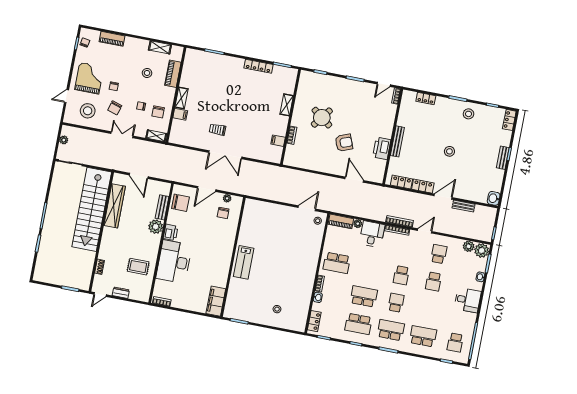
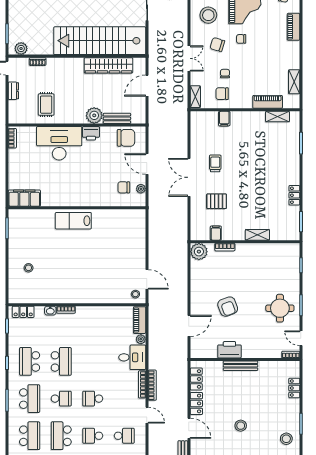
locker: (258, 66) -> (294, 195), width x0.66
stool: (147, 73) -> (263, 73), removed
shelving: (181, 98) -> (278, 117), moved
round table: (322, 118) -> (280, 308), moved, turned -37
pallet: (251, 135) -> (217, 201), added
plant: (291, 159) -> (199, 252), added
chair: (180, 203) -> (126, 138), turned -90
school desk: (337, 263) -> (61, 436), moved
plant: (85, 279) -> (21, 49), added

